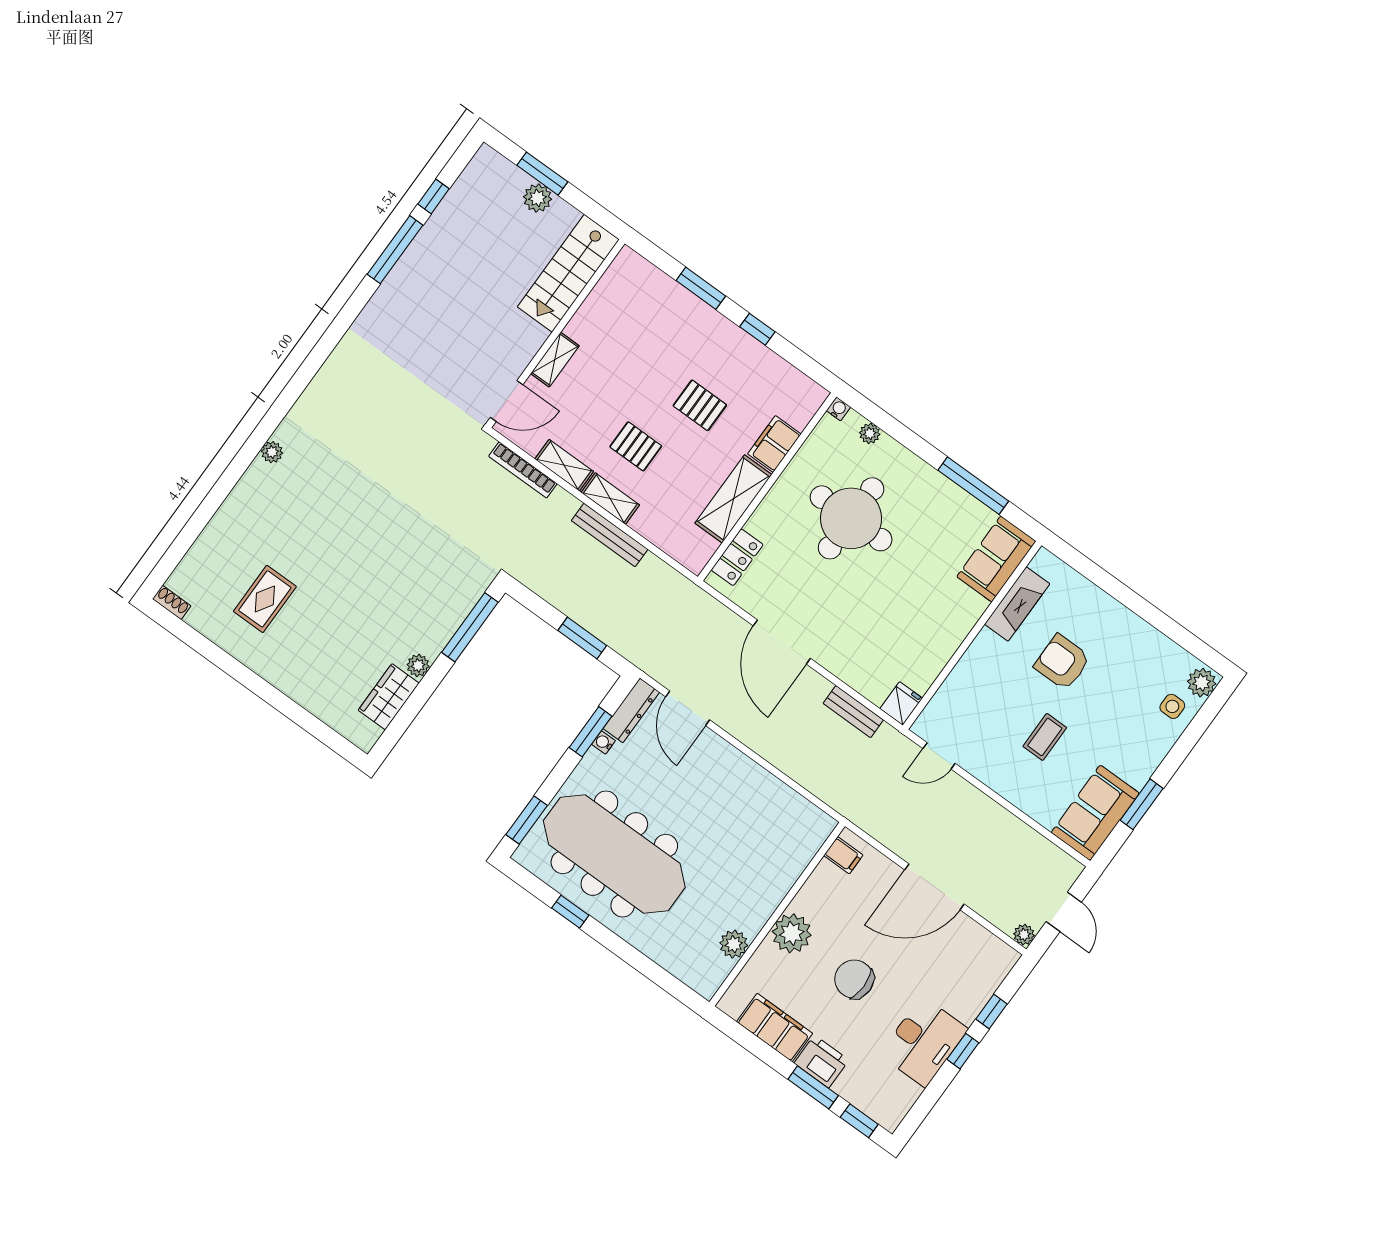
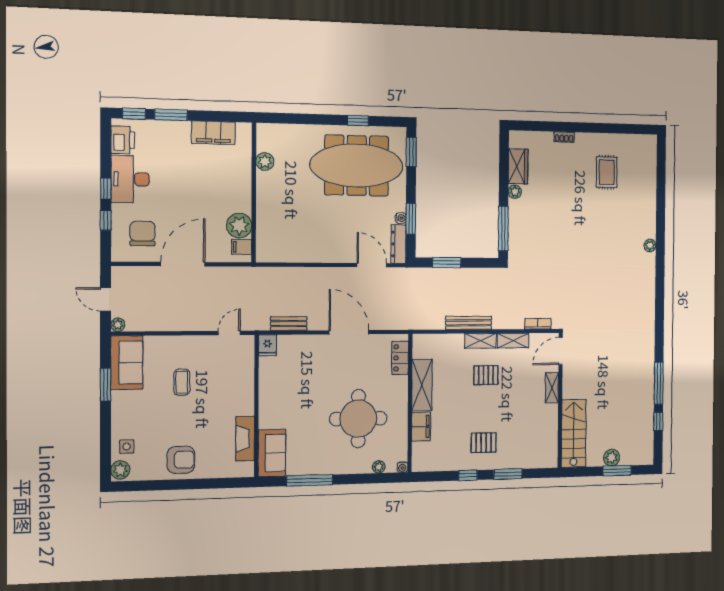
pallet: (700, 405) -> (484, 443), moved
bookcase: (523, 470) -> (538, 324), width x0.64
shoe rack: (172, 602) -> (564, 137), moved
armchair: (1062, 662) -> (181, 460), moved
plant: (792, 933) -> (239, 225), moved
plant: (1024, 935) -> (118, 325), moved
chair: (854, 979) -> (142, 233), moved, turned -90
printer: (822, 1062) -> (123, 140), moved, turned -90

